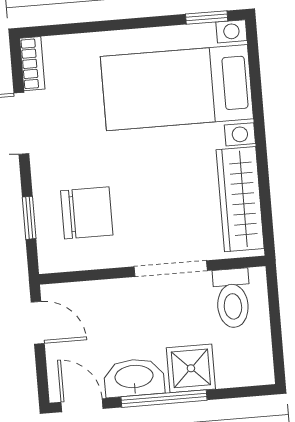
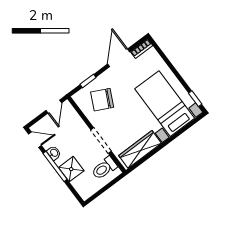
chair: (87, 213) -> (102, 100), turned 116
washbasin: (134, 378) -> (54, 153), width x0.52, depth x0.69
door: (82, 405) -> (35, 140), hinge flipped

